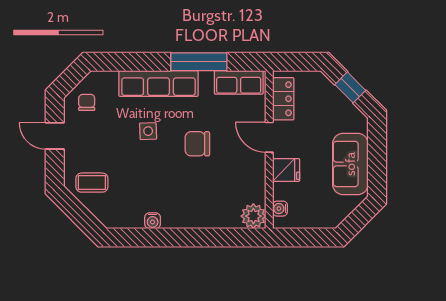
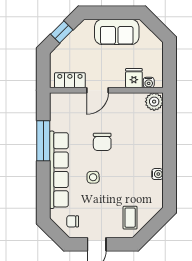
row of seats: (239, 82) -> (58, 112), removed
row of seats: (158, 84) -> (59, 170), width x1.36
fridge: (286, 170) -> (134, 78), moved

